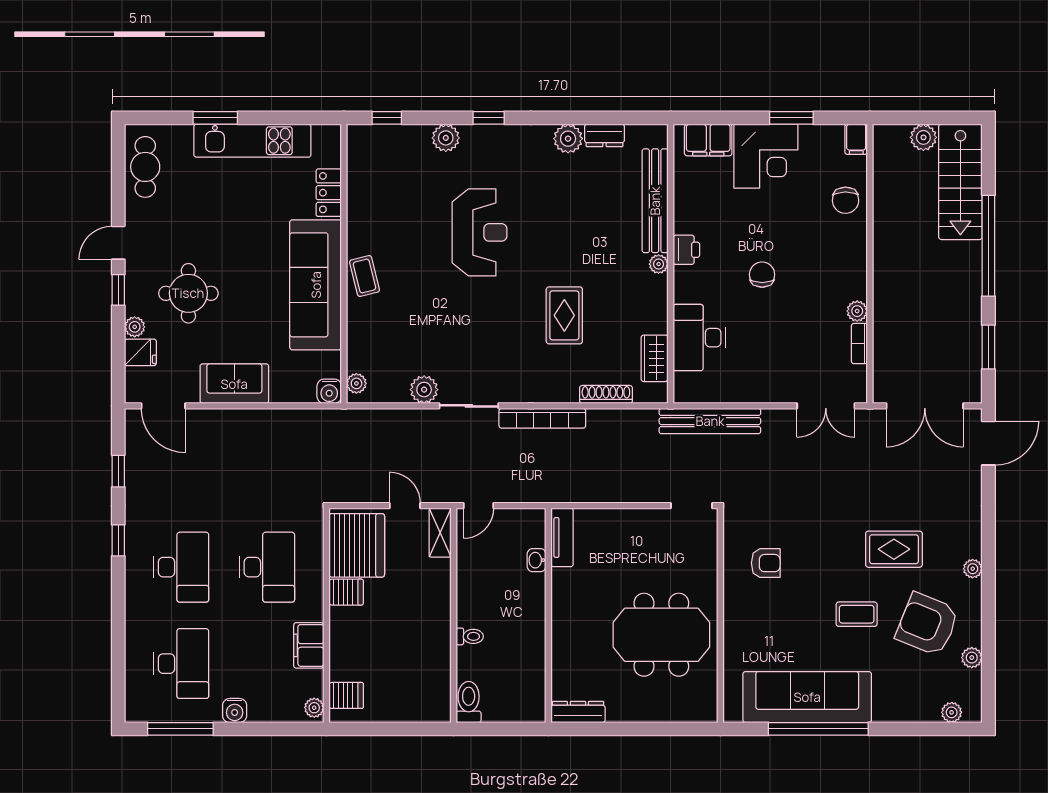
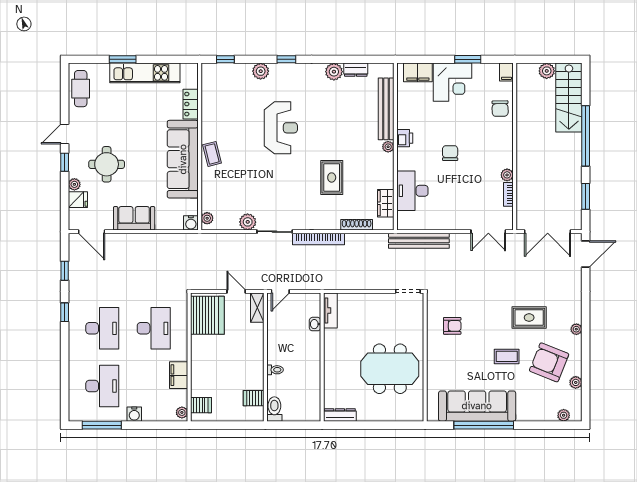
server rack: (346, 592) -> (254, 398), moved, turned 180

